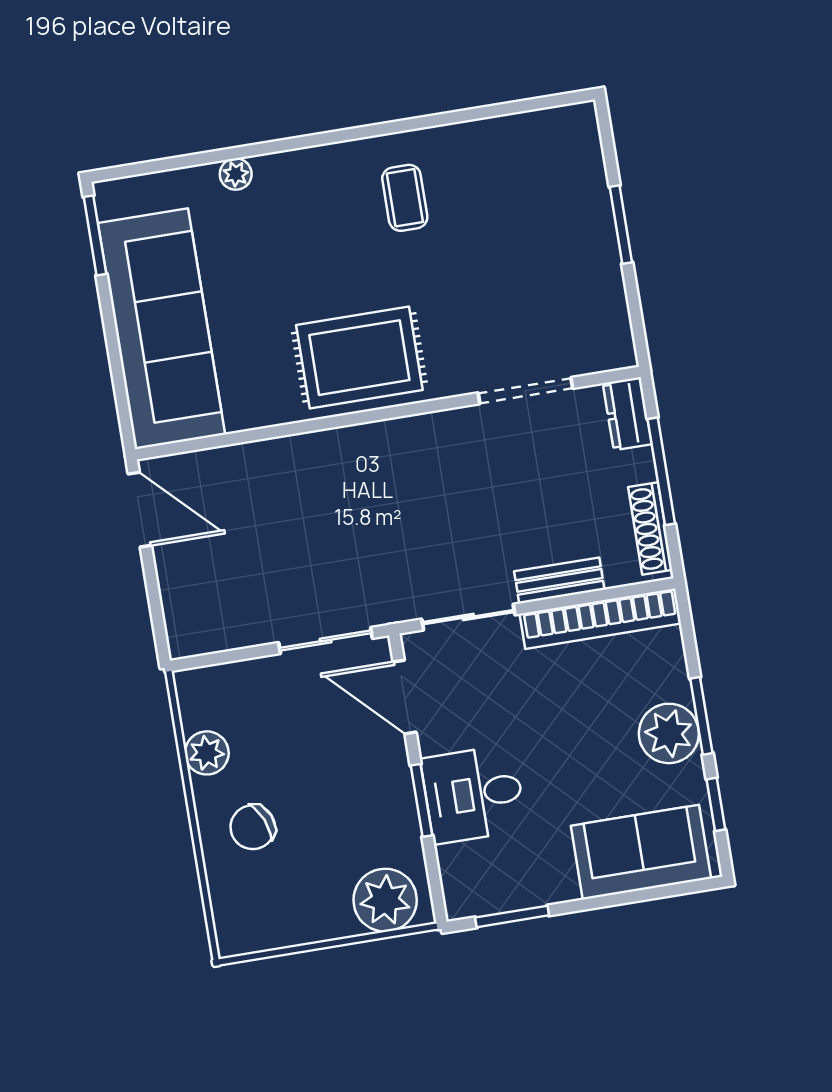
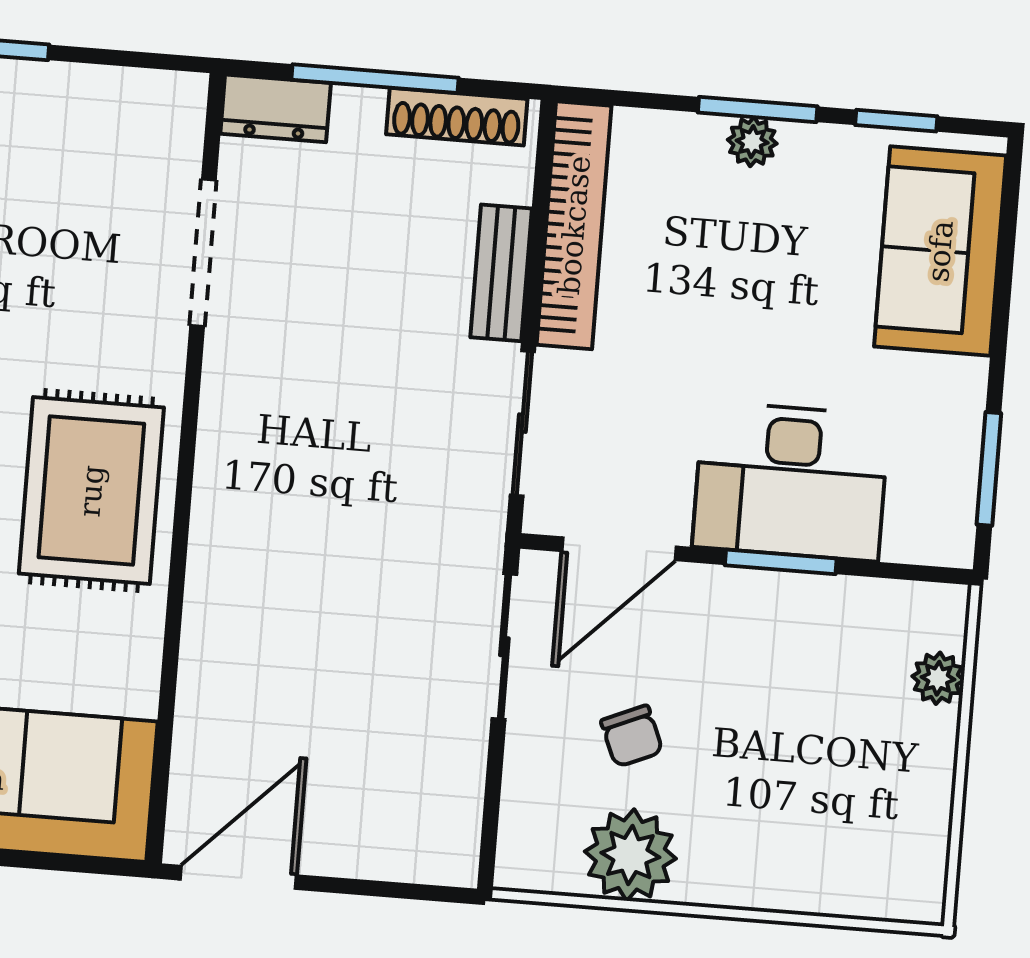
plant: (669, 733) -> (752, 142), width x0.53, depth x0.53
plant: (207, 753) -> (630, 855), width x1.36, depth x1.36
desk: (474, 794) -> (791, 481), width x1.37
chair: (253, 827) -> (632, 736), moved, width x0.73, depth x0.73
plant: (385, 900) -> (938, 678), width x0.53, depth x0.53

